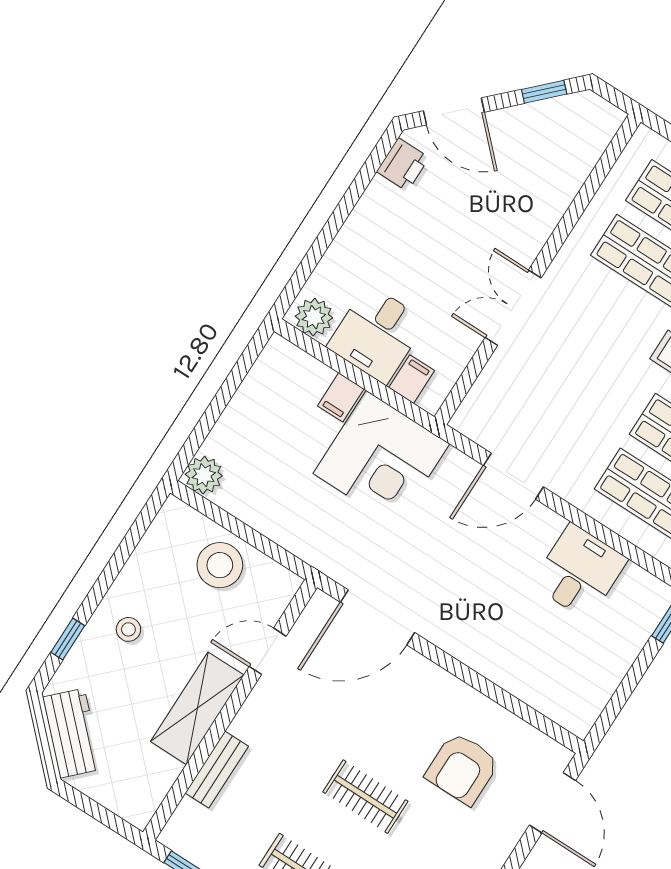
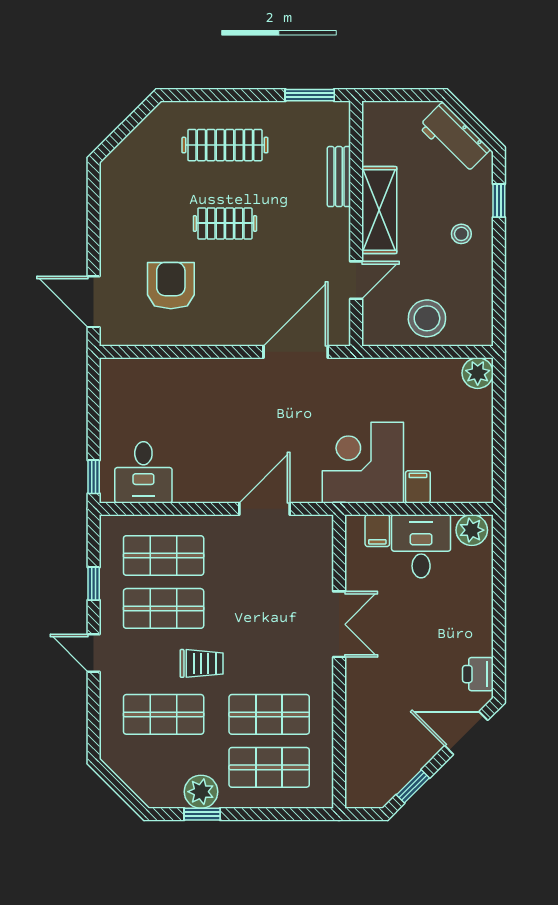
desk: (579, 572) -> (143, 472), moved

